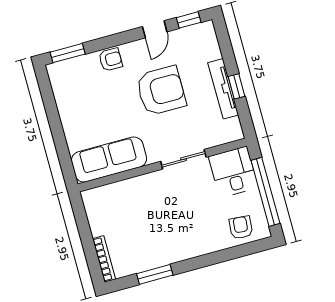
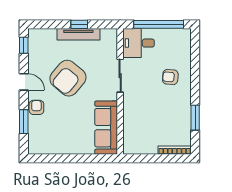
door: (155, 29) -> (24, 82), moved
window: (68, 53) -> (24, 122), moved
armchair: (161, 91) -> (68, 78), turned -140
armchair: (241, 228) -> (170, 77), moved

